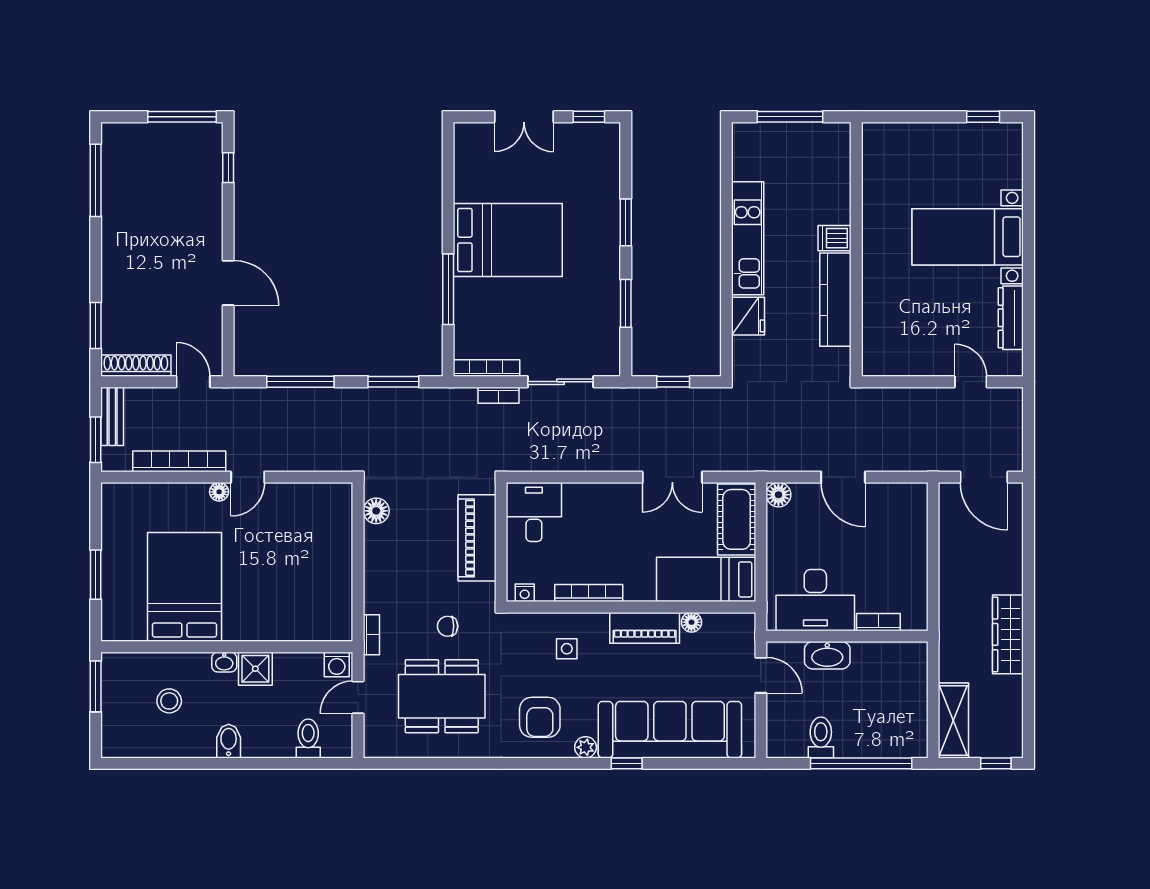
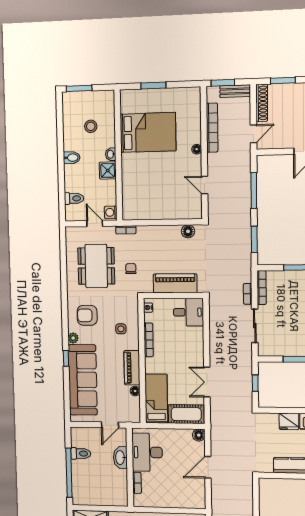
door: (248, 477) -> (205, 185), moved
window: (96, 686) -> (79, 88), moved

